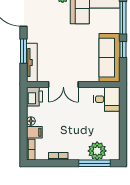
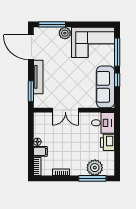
window: (23, 51) -> (31, 91), moved
tv unit: (32, 62) -> (38, 77), moved
printer: (34, 97) -> (108, 142), moved, turned 180

